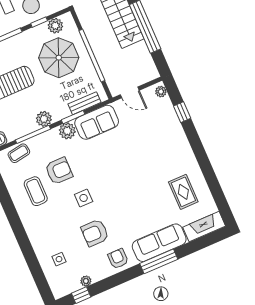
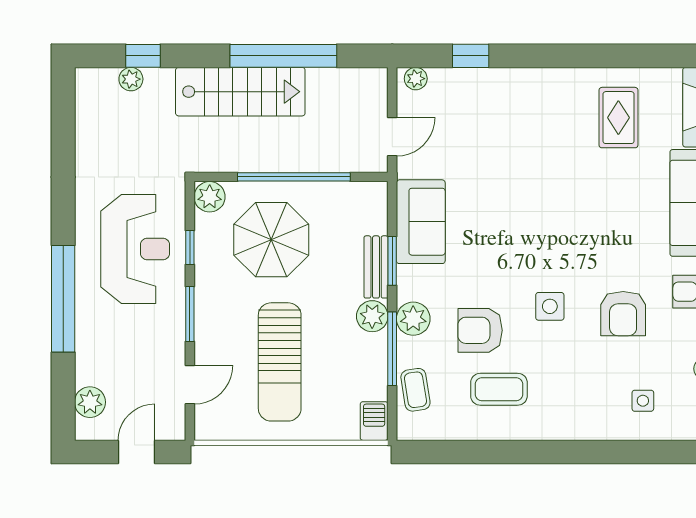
plant: (55, 26) -> (210, 197), moved
bench: (85, 103) -> (376, 267), moved
plant: (67, 131) -> (413, 319), moved
armchair: (59, 171) -> (480, 330), turned -90
rug: (183, 192) -> (618, 118), turned 90

